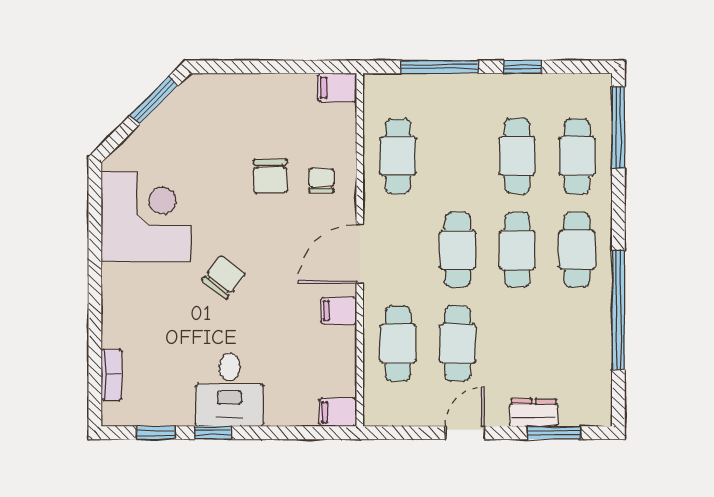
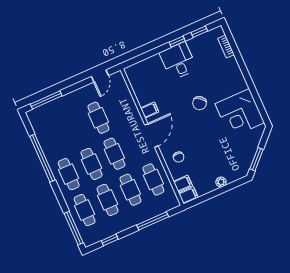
window: (523, 67) -> (110, 240), moved
plant: (253, 85) -> (221, 182), added
chair: (270, 176) -> (199, 150), removed
cafe table: (398, 344) -> (130, 190), moved
filing cabinet: (338, 412) -> (183, 184), moved
dresser: (534, 413) -> (57, 104), removed
door: (465, 433) -> (100, 76), moved
window: (554, 433) -> (46, 100), width x1.44

